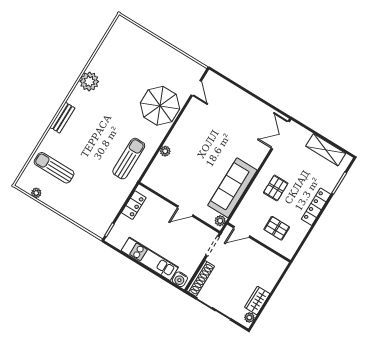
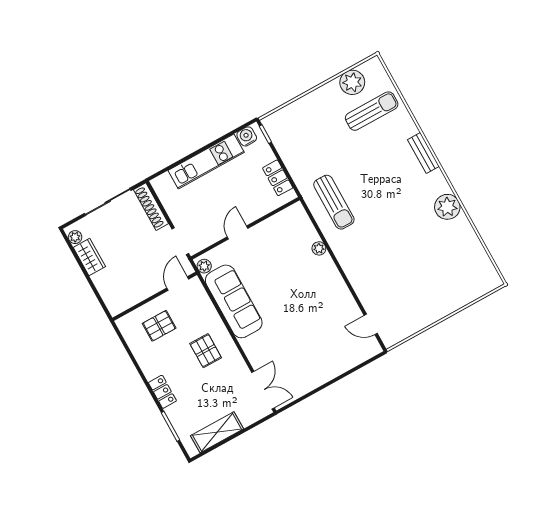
parasol: (160, 106) -> (374, 272), removed
plant: (36, 193) -> (352, 82), width x1.87, depth x1.87
locker: (316, 207) -> (162, 392), width x0.66
water cooler: (180, 279) -> (247, 136), moved

